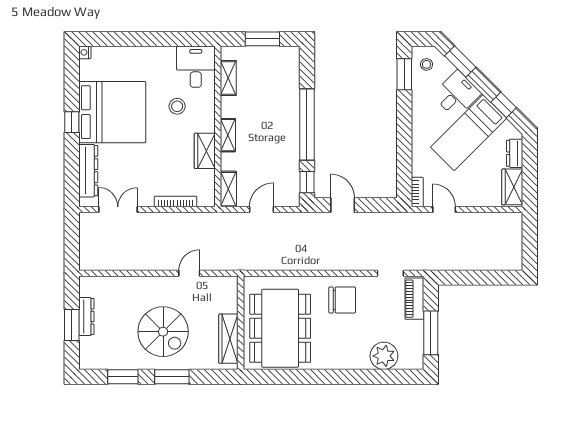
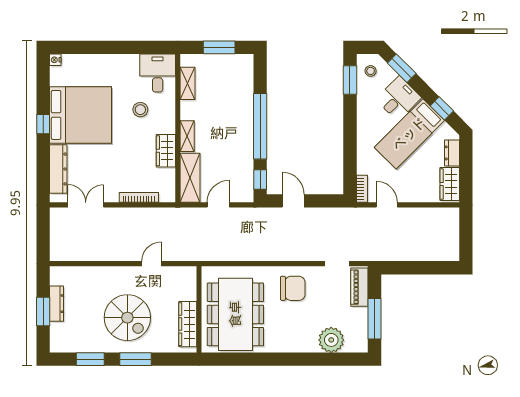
shelving: (228, 189) -> (190, 178), width x1.50, depth x1.33

